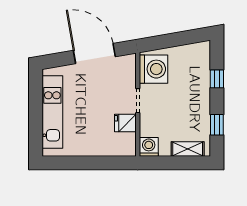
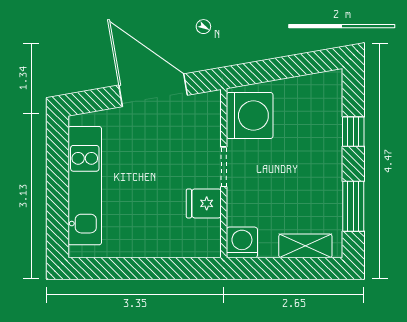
window: (217, 125) -> (353, 206), width x1.50

